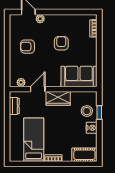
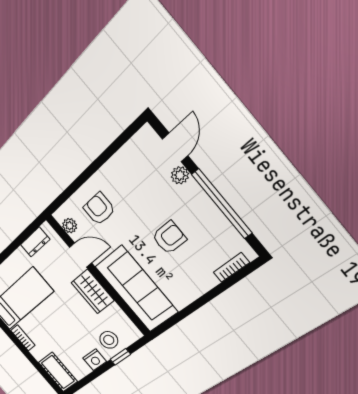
window: (65, 12) -> (222, 204), added
armchair: (28, 47) -> (99, 209), moved
sofa: (79, 76) -> (136, 289), width x1.36

